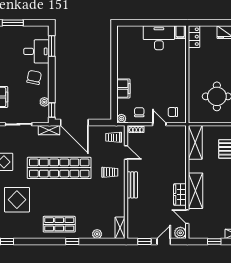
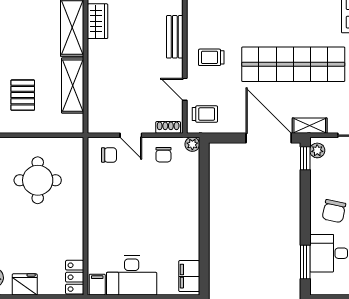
filing cabinet: (123, 88) -> (189, 276), moved
plant: (44, 102) -> (317, 150), moved
shelving: (195, 142) -> (73, 86), moved

